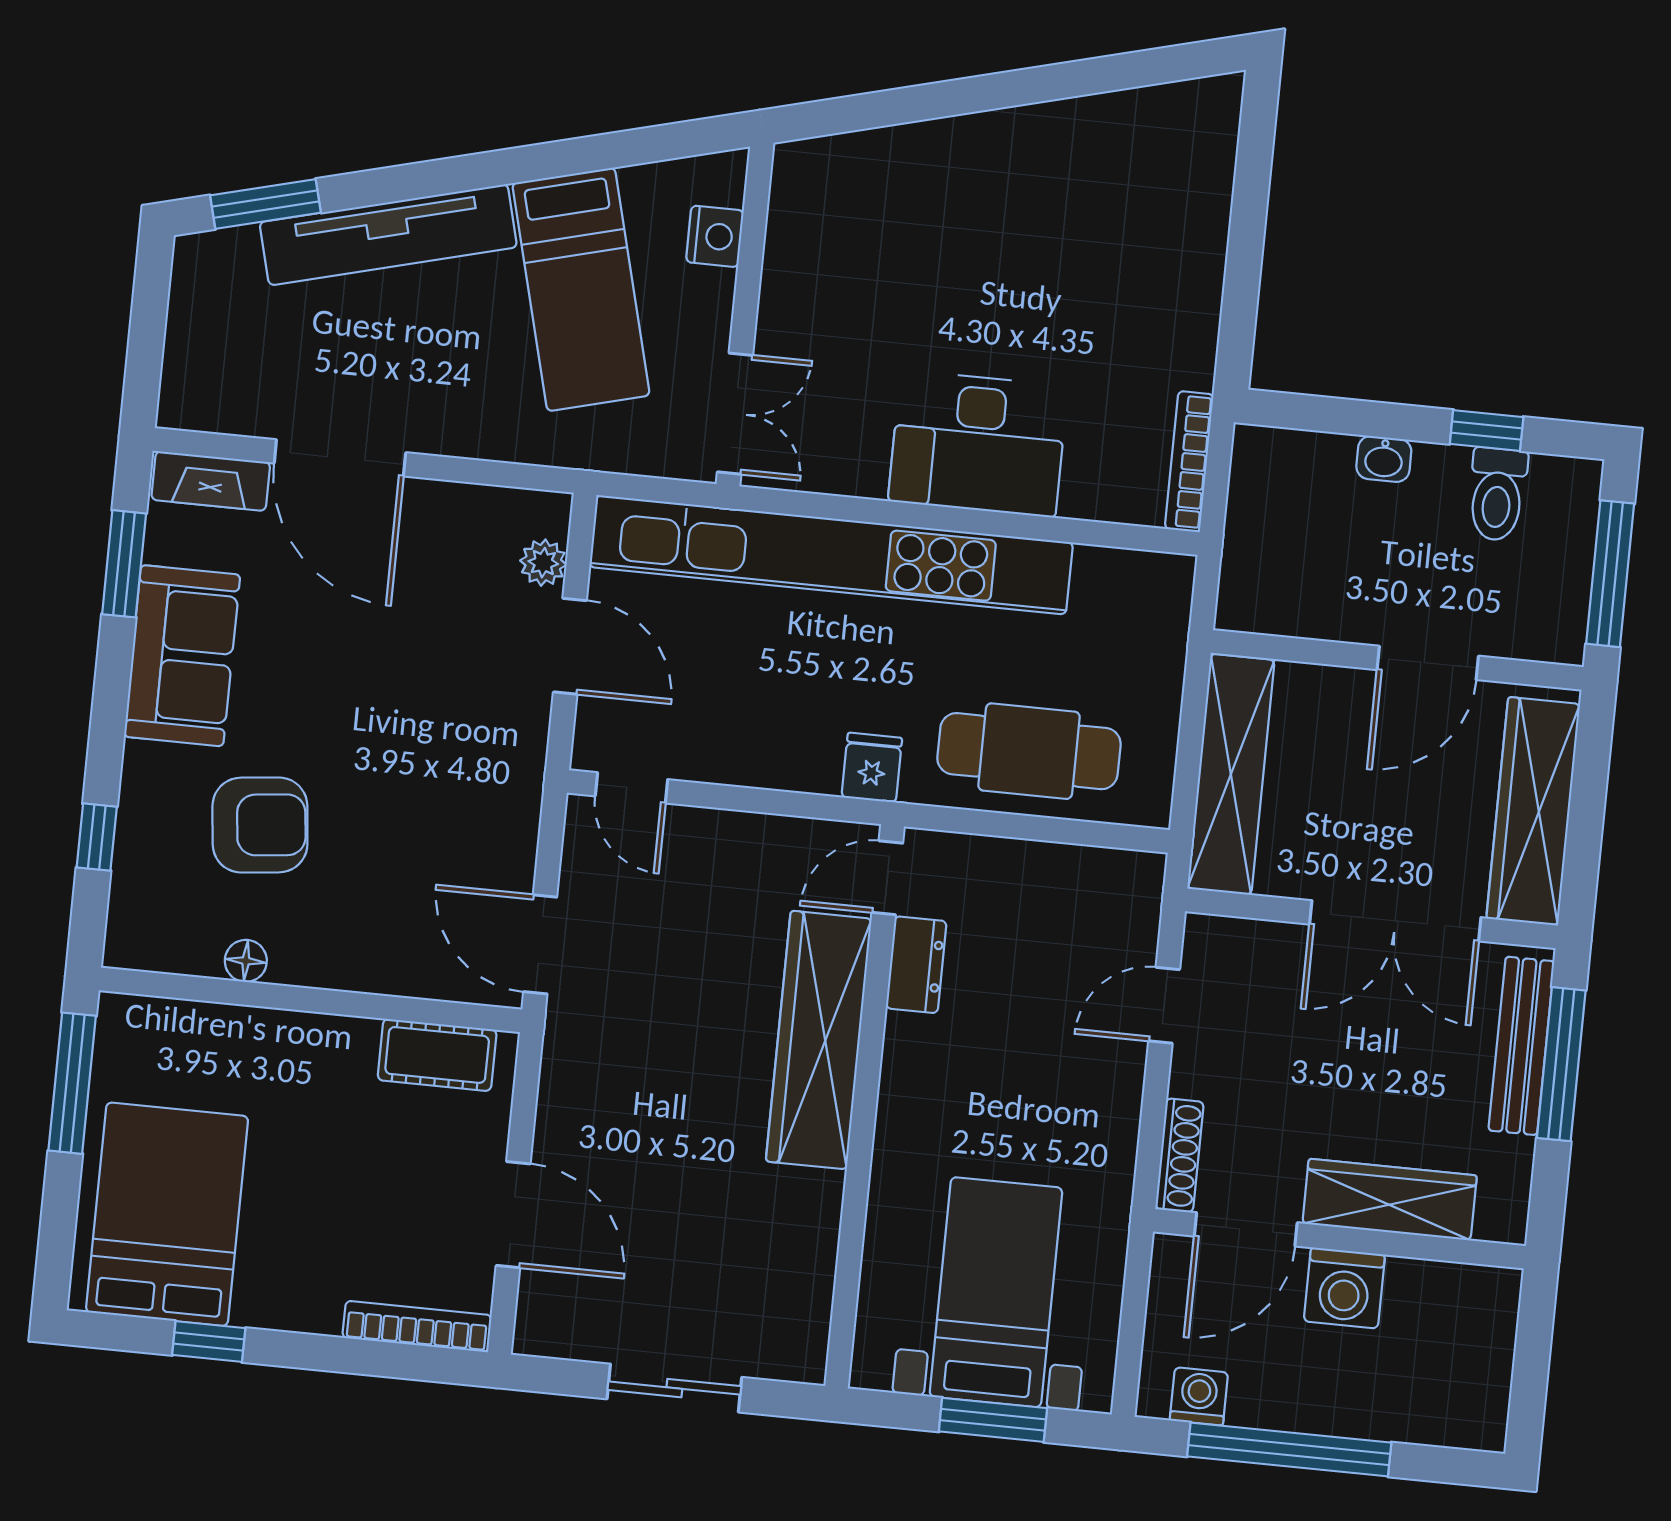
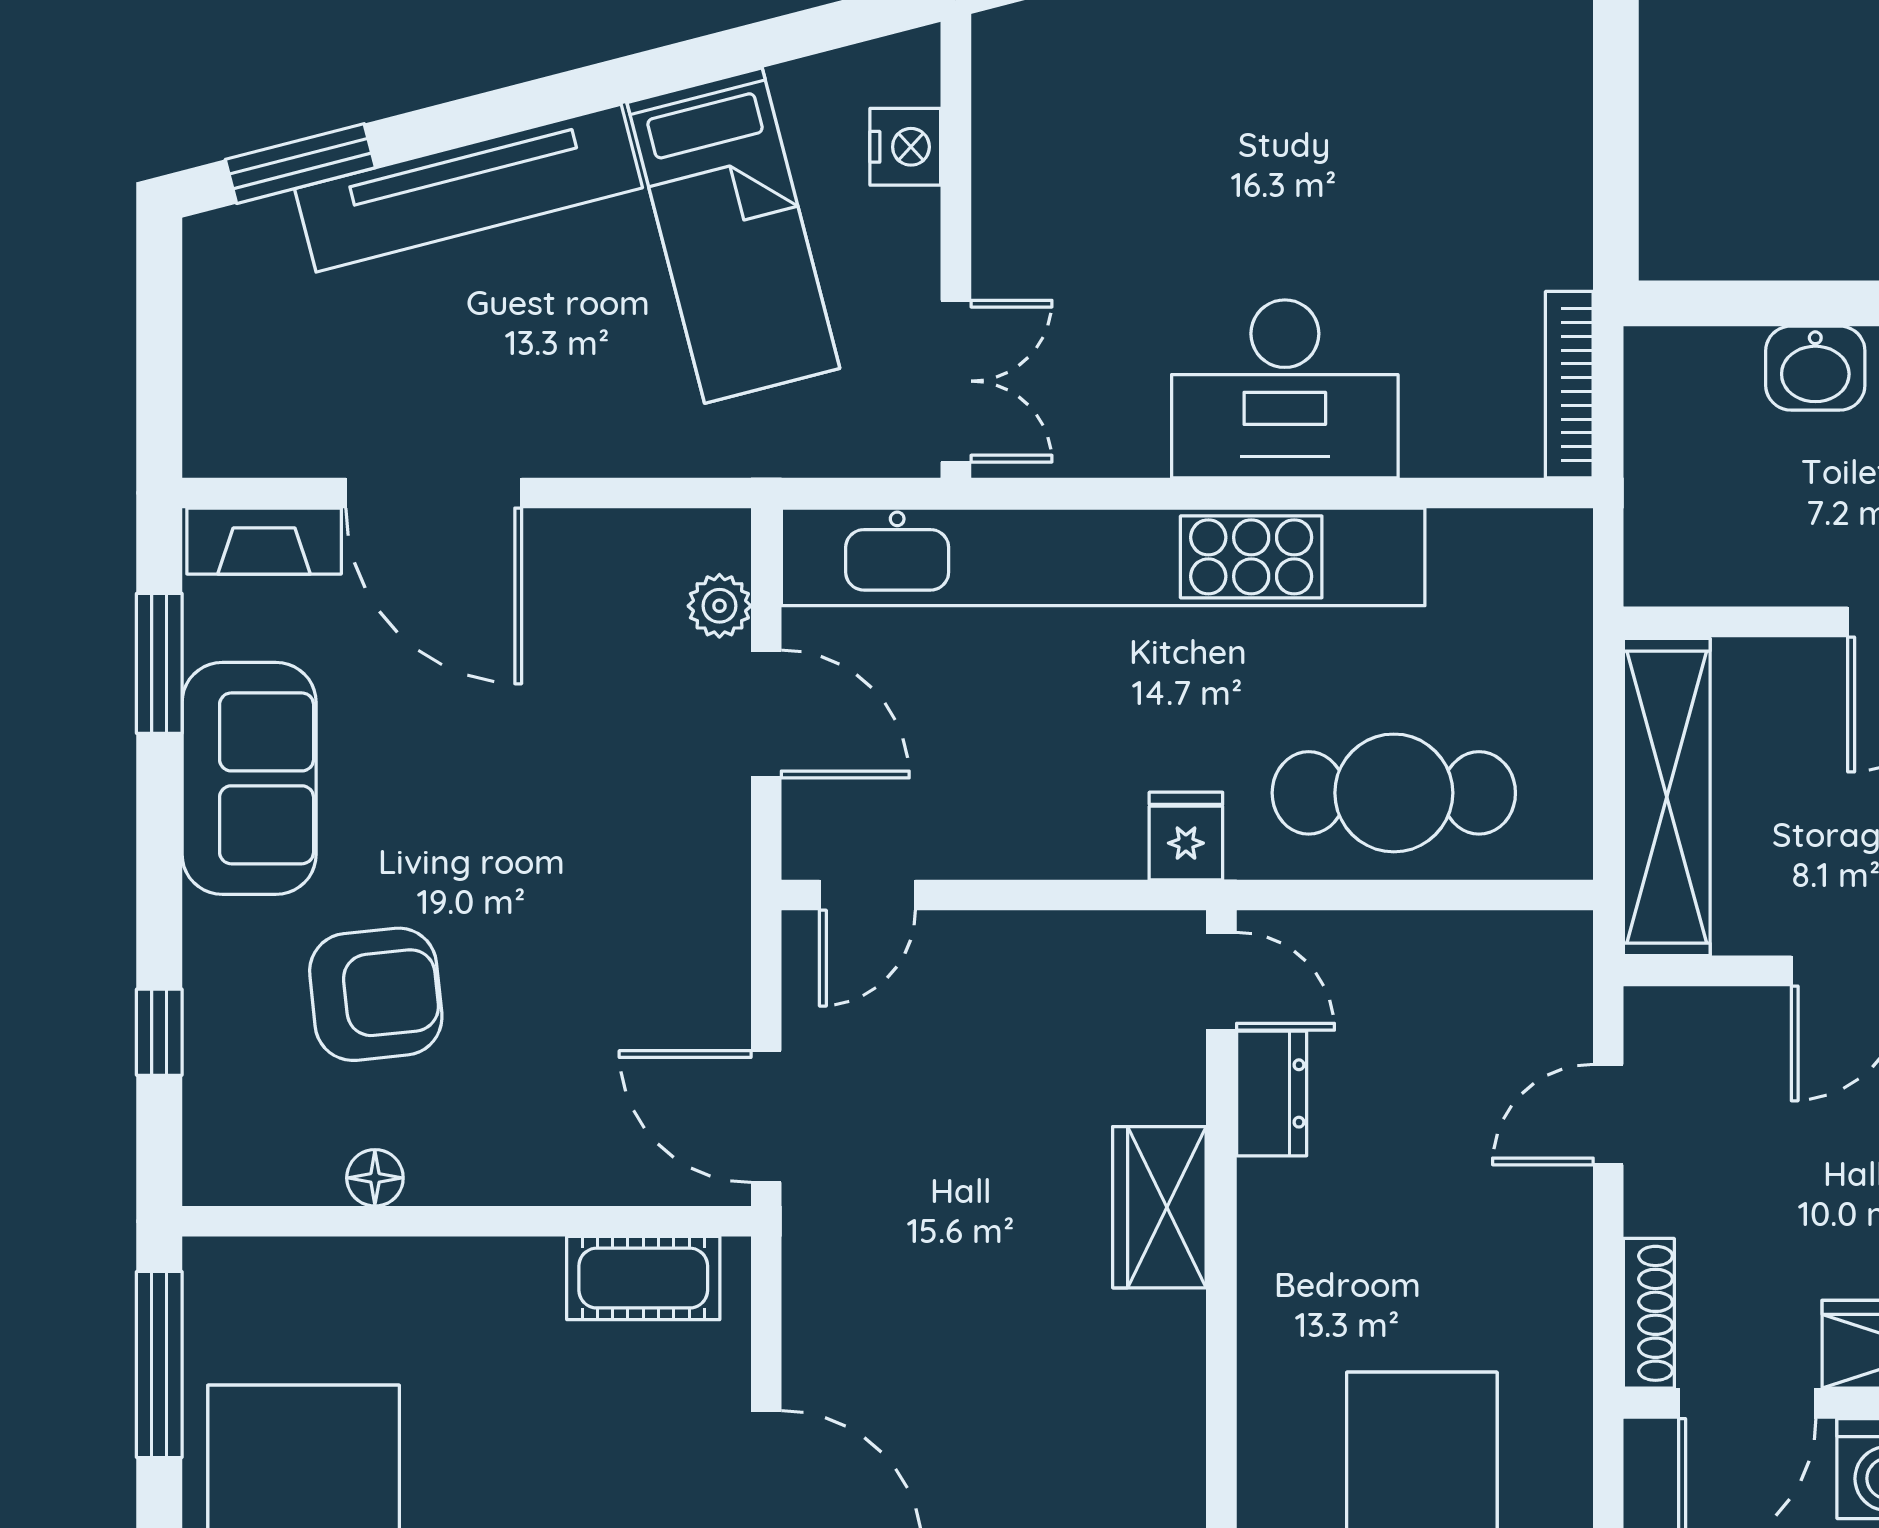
washbasin: (1384, 459) -> (1815, 368), width x1.38, depth x1.45
door: (631, 788) -> (867, 895), hinge flipped
door: (887, 878) -> (1221, 981), swing flipped
wardrobe: (819, 1040) -> (1159, 1207), width x0.48, depth x0.85

